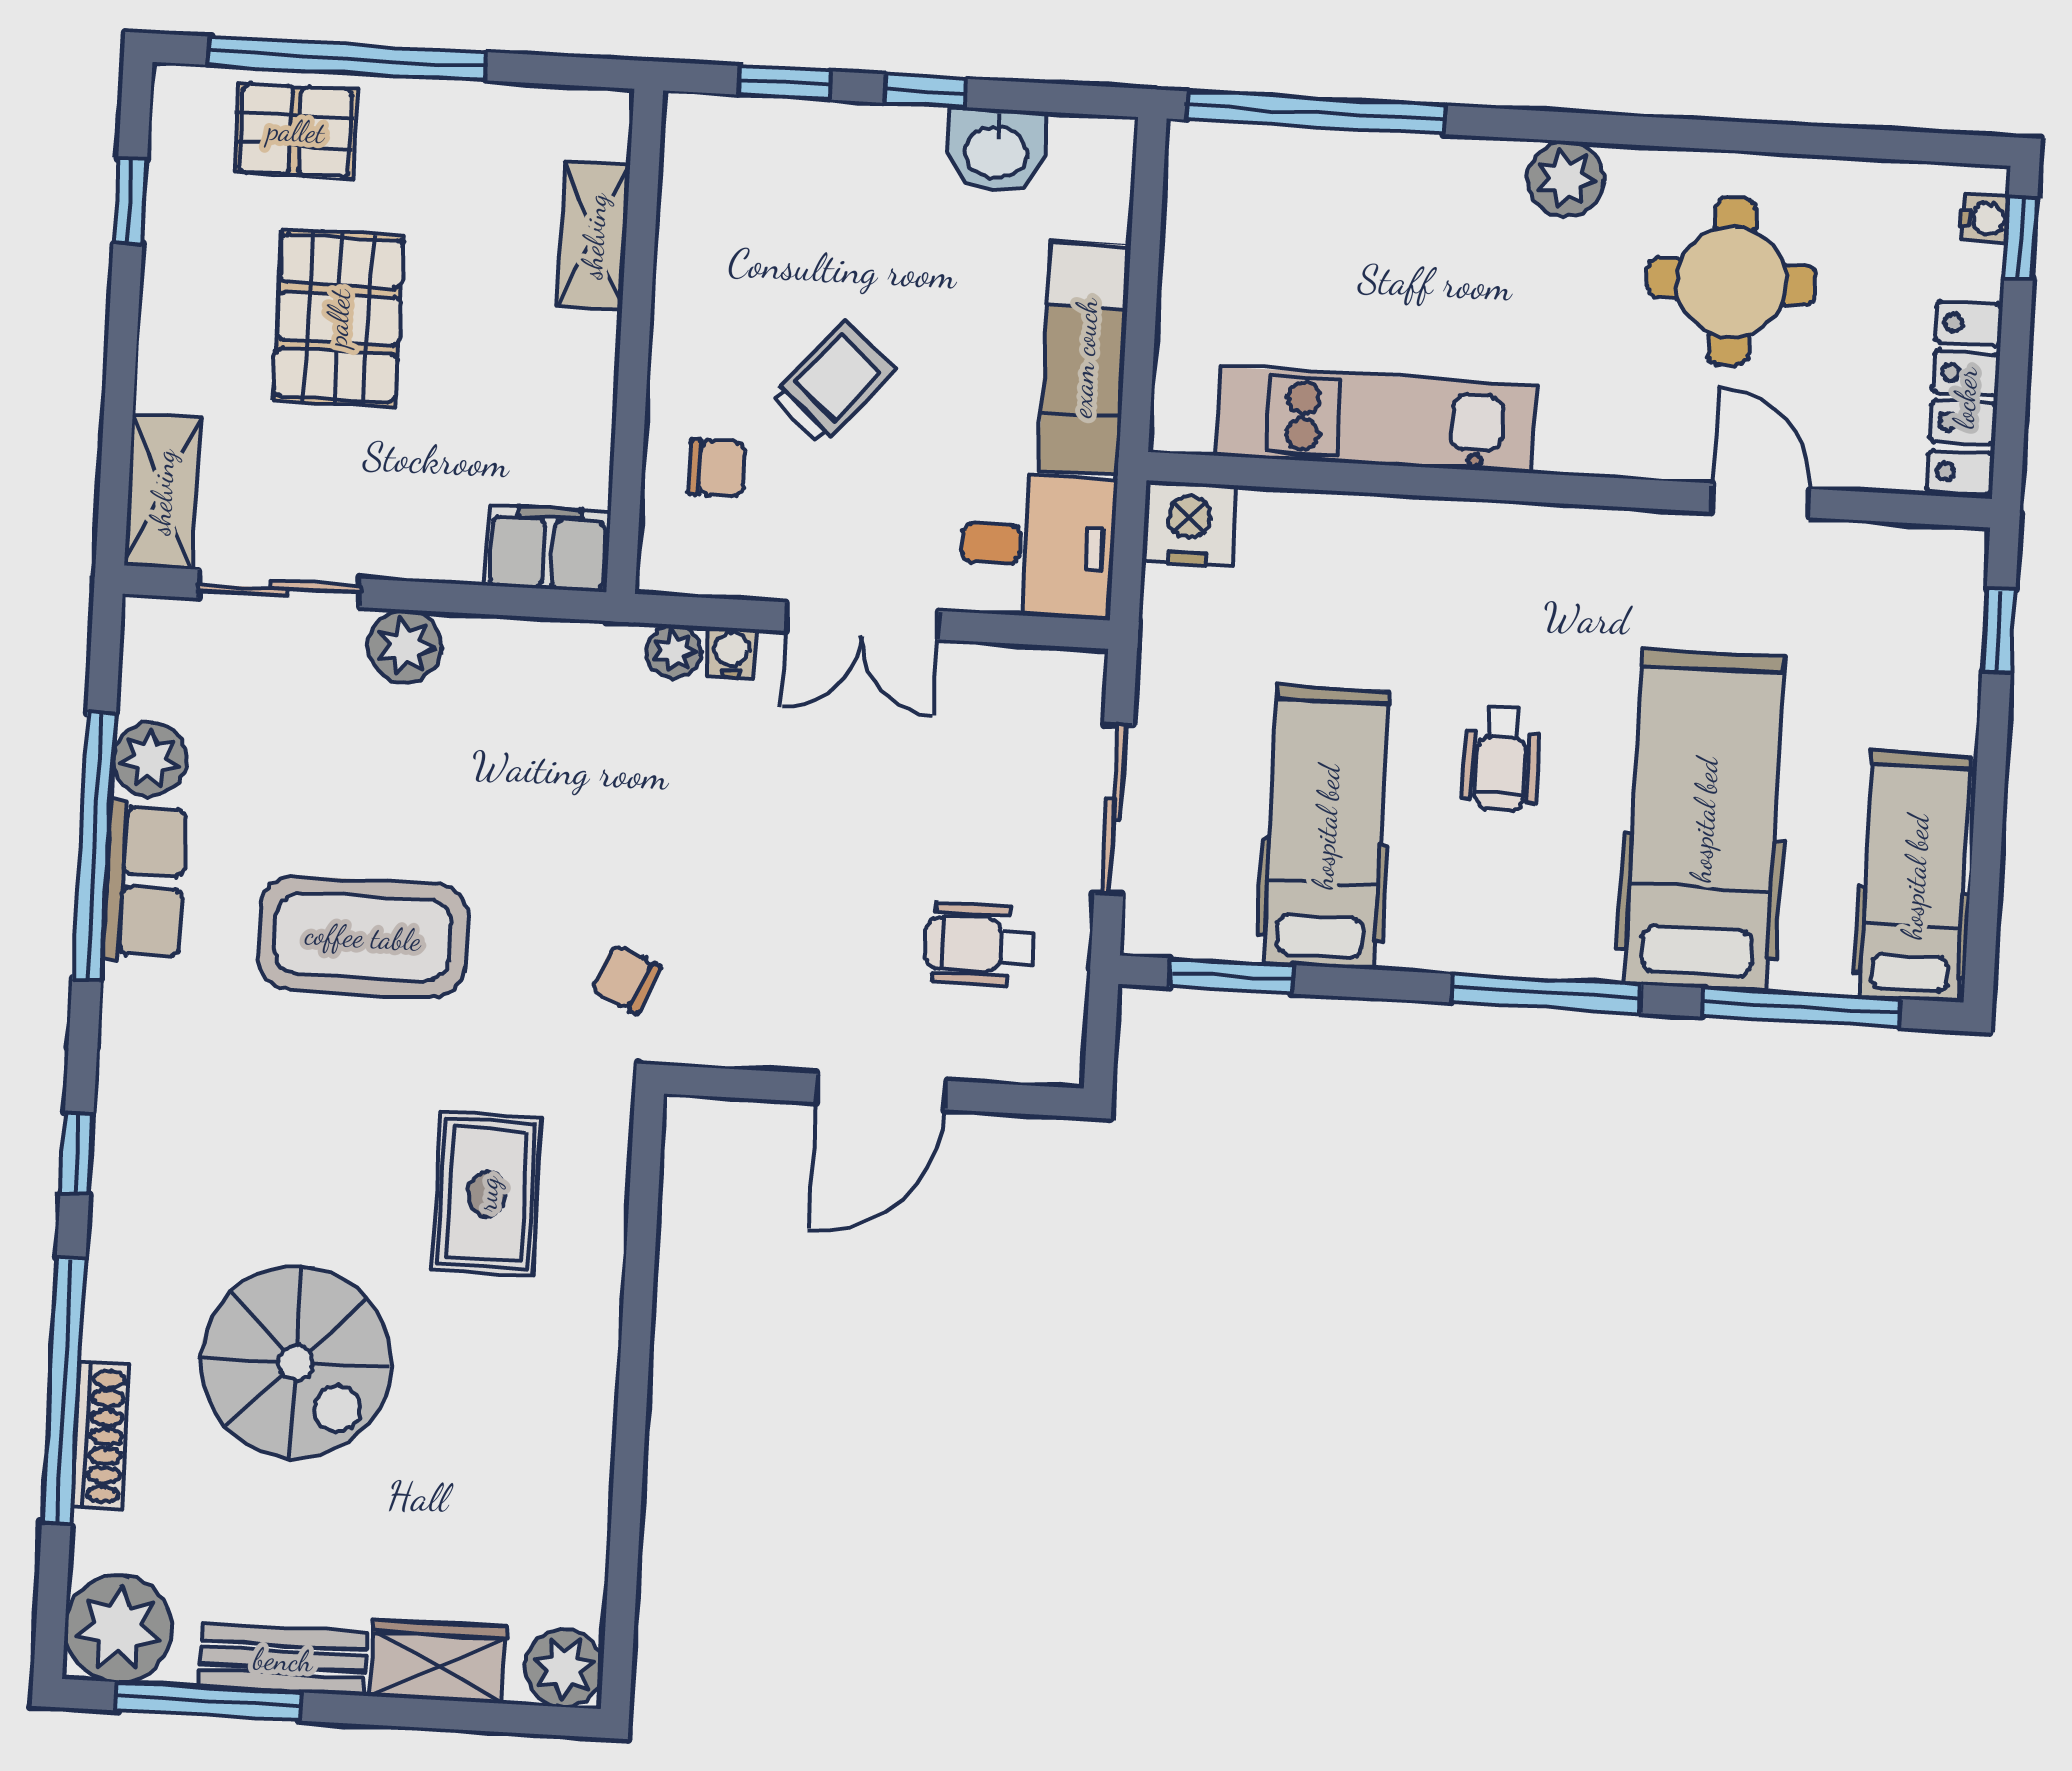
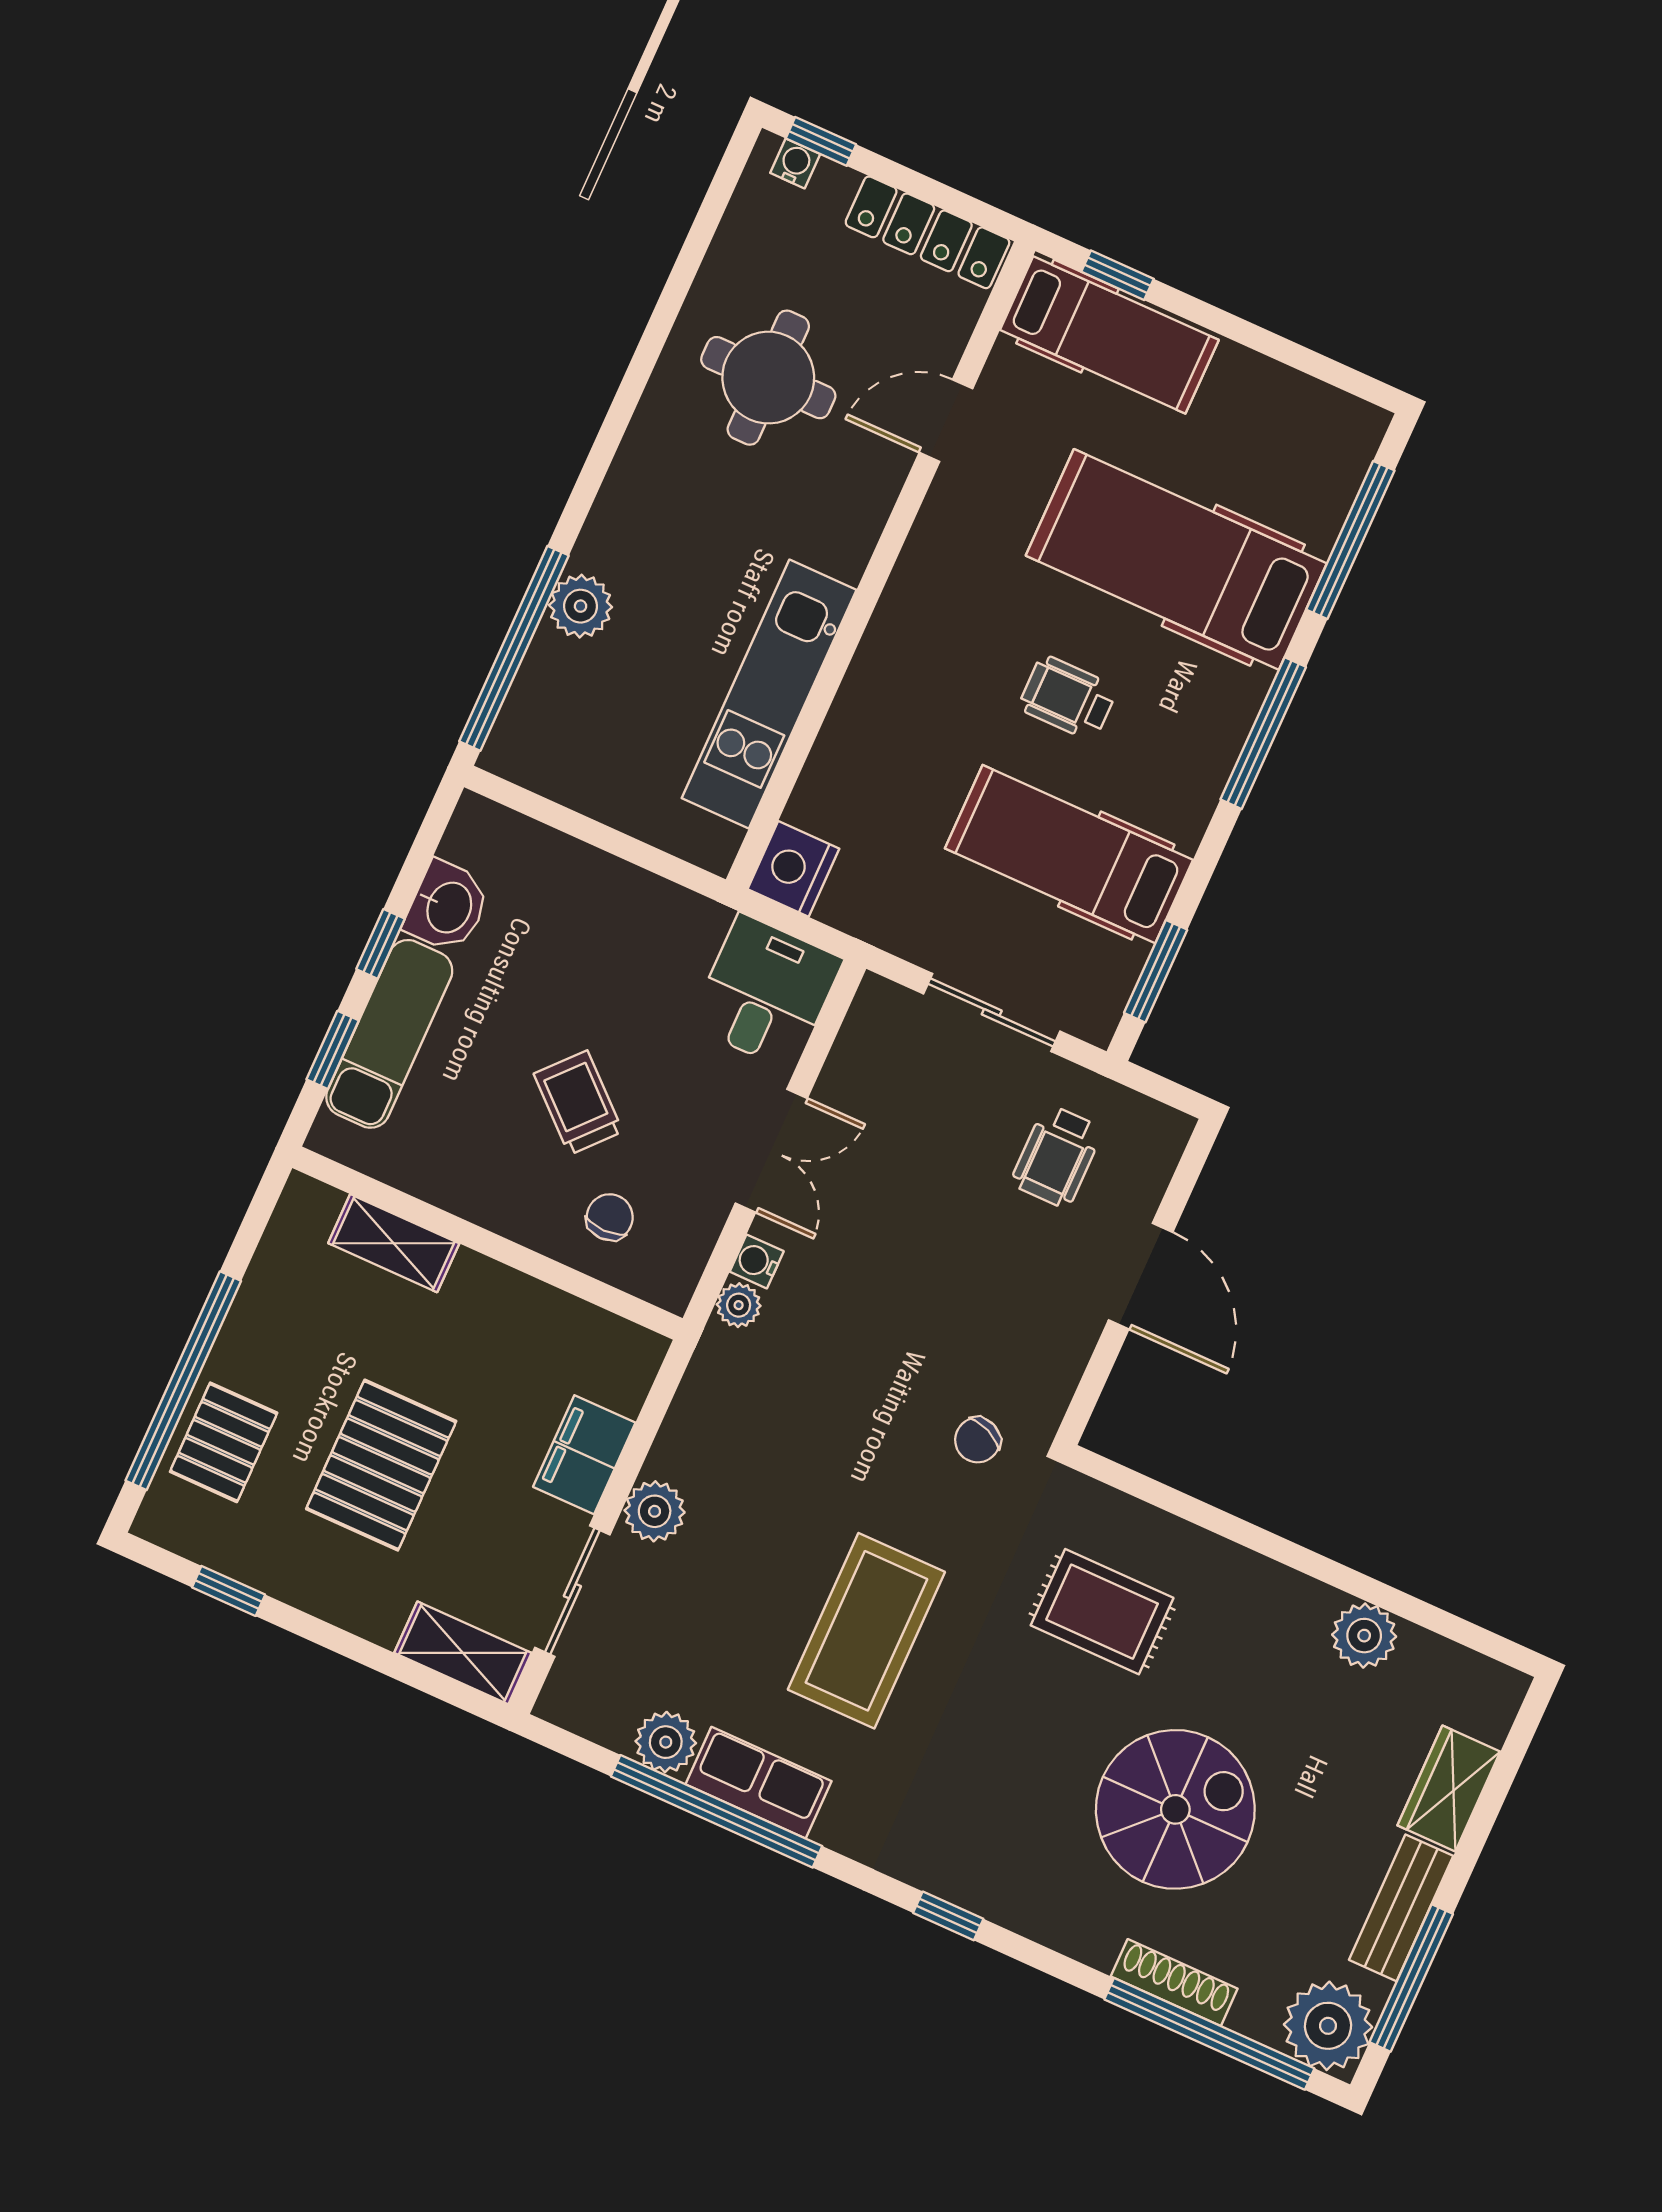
plant: (1565, 179) -> (581, 606), moved
pallet: (338, 318) -> (381, 1465), turned 90
exam couch: (1084, 358) -> (389, 1034), moved, turned -90
filing cabinet: (548, 549) -> (584, 1455), moved
wheelchair: (1501, 758) -> (1068, 698), turned 180
hospital bed: (1915, 877) -> (1109, 335), moved, turned 180
window: (64, 1391) -> (1209, 2034), moved
plant: (564, 1668) -> (1364, 1636), moved

